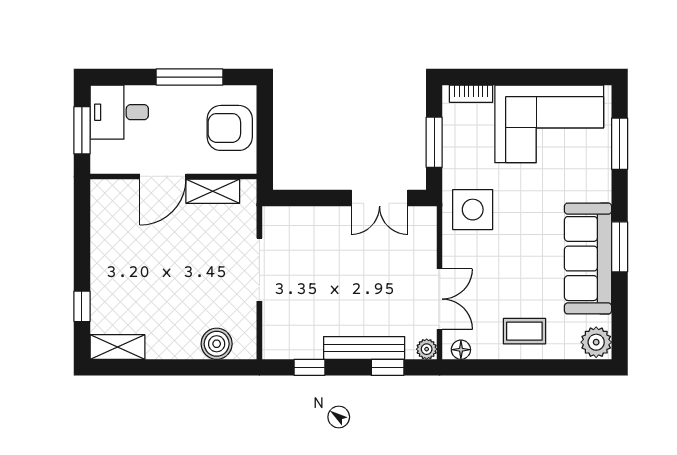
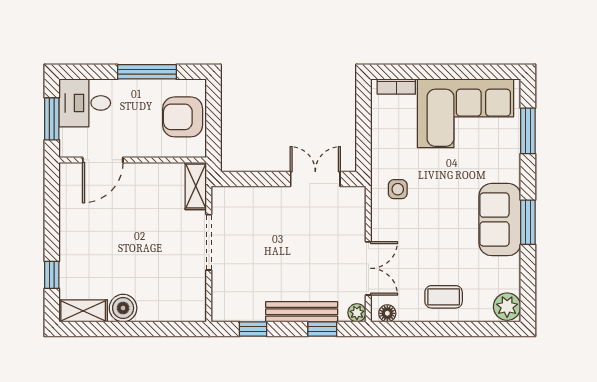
window: (434, 142) -> (364, 130), removed
door: (163, 176) -> (103, 160), moved
shelving: (213, 191) -> (196, 186), moved, turned 90
double door: (380, 198) -> (315, 179), swing flipped
side table: (473, 210) -> (398, 189), width x0.54, depth x0.54
sofa: (588, 259) -> (500, 220), width x0.73
boiler: (217, 344) -> (123, 308), moved

